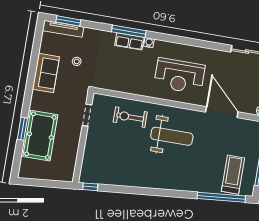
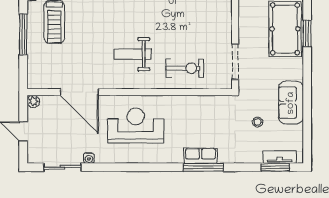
tv unit: (63, 29) -> (280, 157), width x0.71
water cooler: (149, 43) -> (89, 158), moved
doorway: (87, 115) -> (235, 62), width x1.38
weight bench: (172, 136) -> (133, 54), width x0.73, depth x0.75

